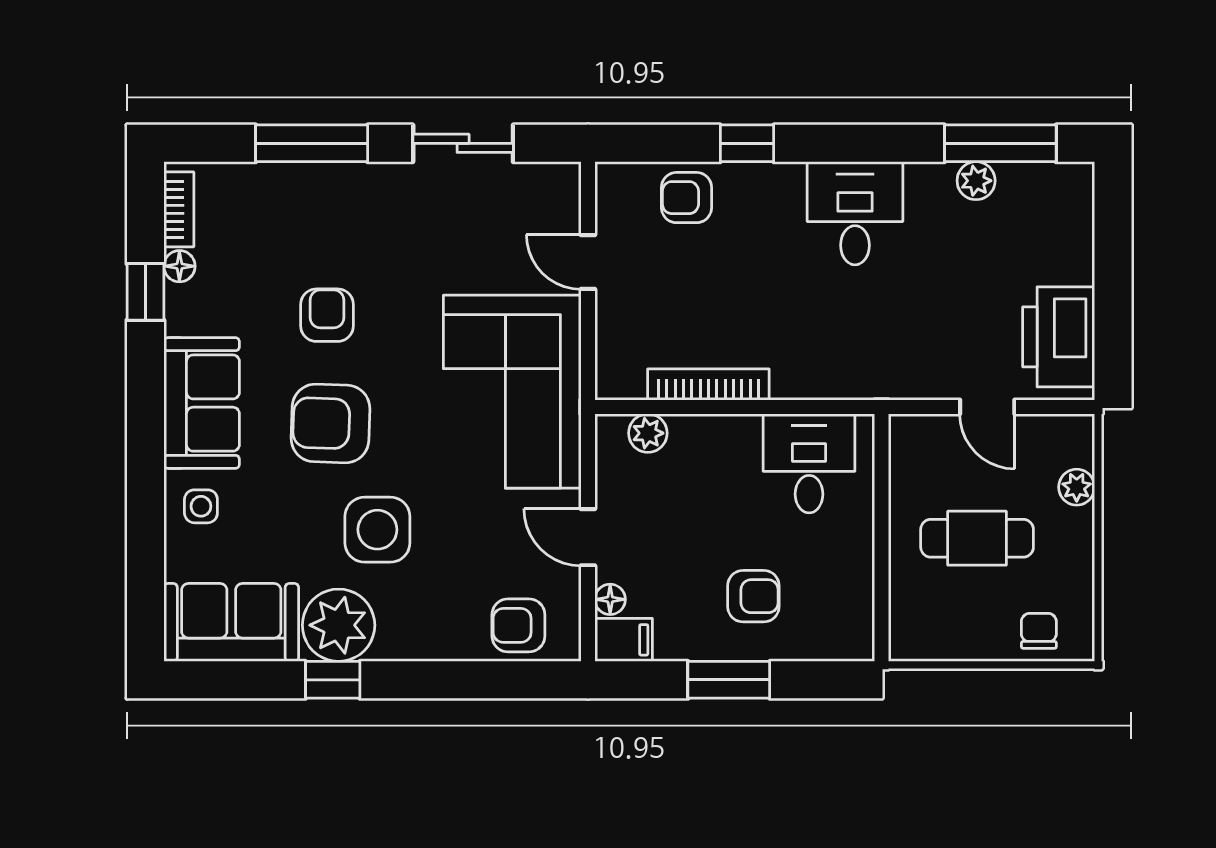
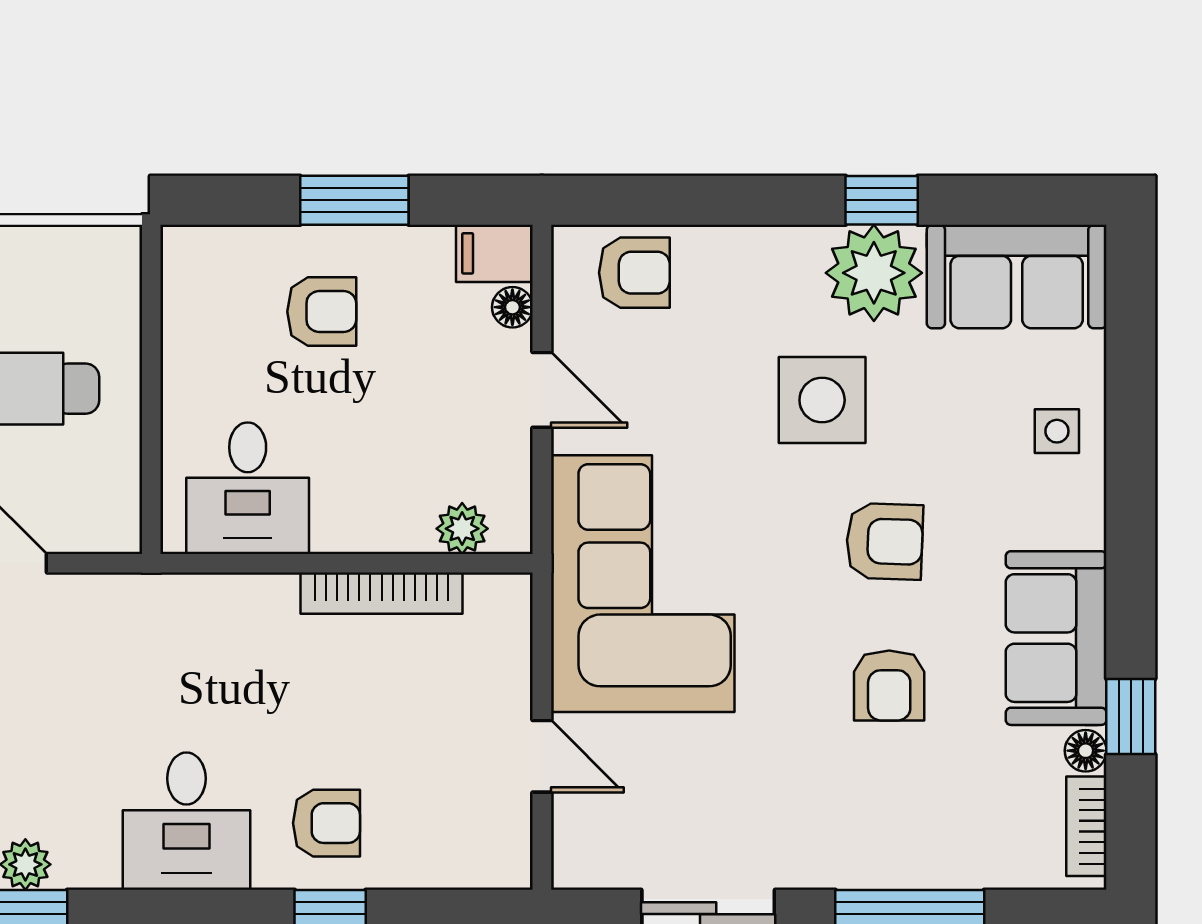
armchair: (686, 198) -> (326, 823), moved
sofa: (202, 403) -> (1056, 638), moved
armchair: (331, 423) -> (884, 541), width x0.72, depth x0.72
armchair: (753, 596) -> (322, 312), turned 180

